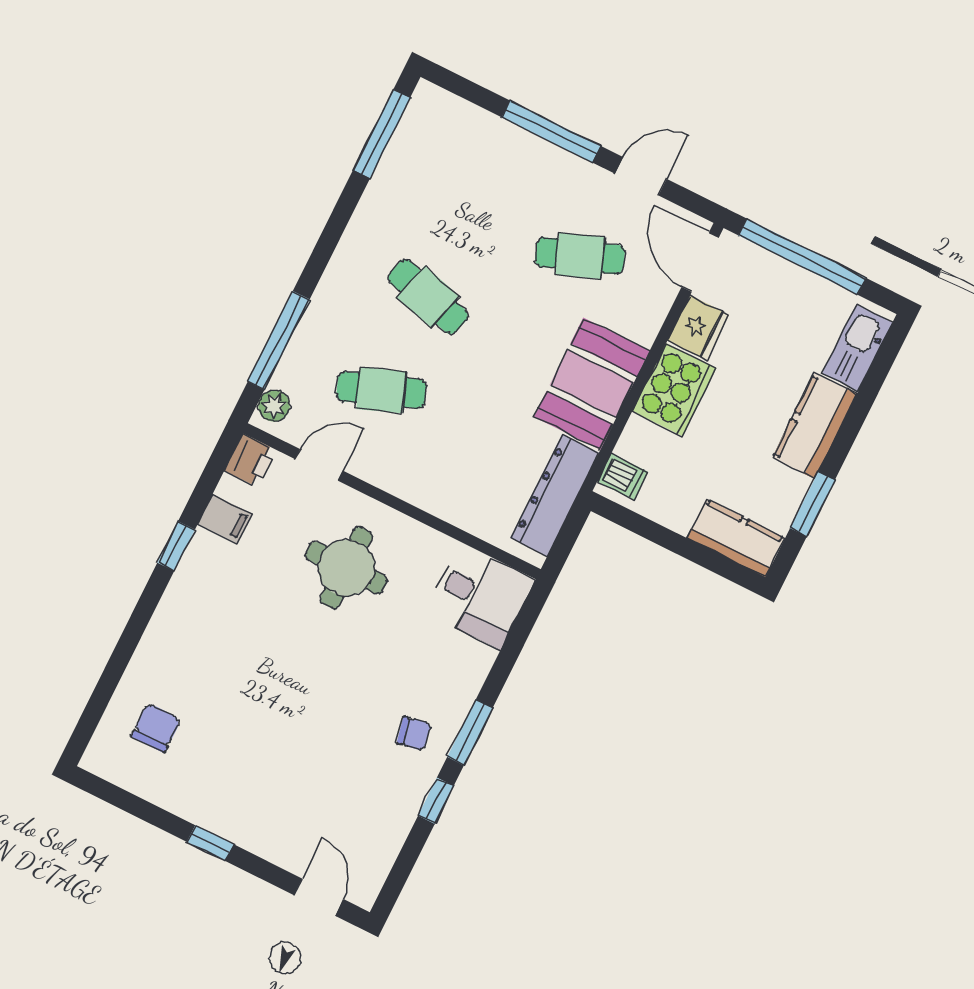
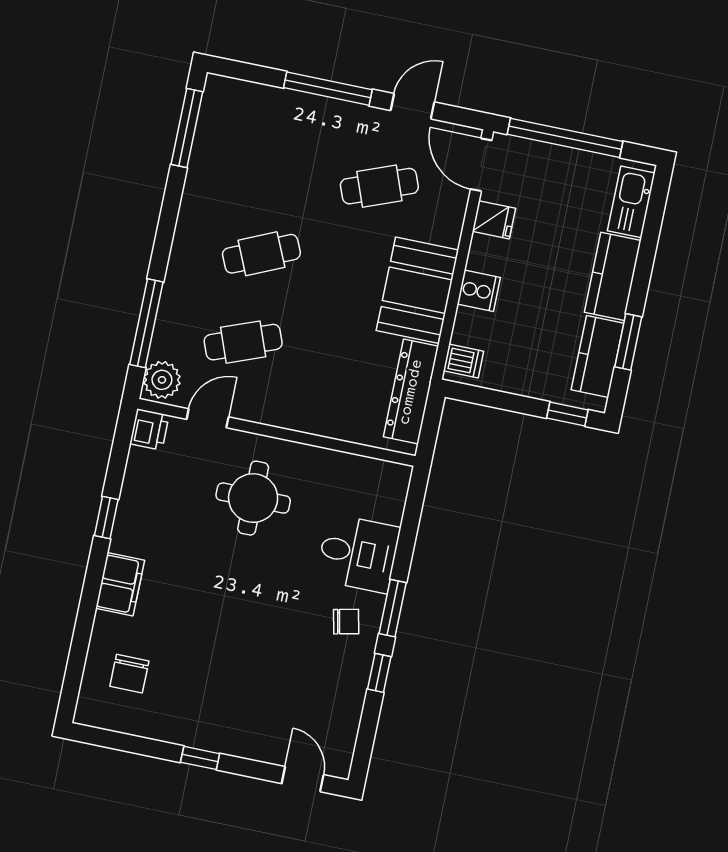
cafe table: (428, 297) -> (261, 254), turned -39
fridge: (698, 327) -> (494, 220), width x0.72
cooker: (674, 390) -> (479, 291), width x0.53, depth x0.76
plant: (274, 406) -> (162, 380), width x1.38, depth x1.38
filing cabinet: (225, 519) -> (120, 584), moved, width x2.00
kitchen counter: (736, 538) -> (598, 357), moved, turned -90
window: (723, 567) -> (567, 414), added
desk: (480, 596) -> (358, 553), moved
chair: (156, 728) -> (129, 674), turned 180

